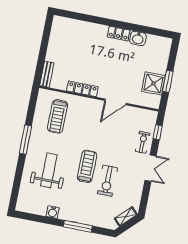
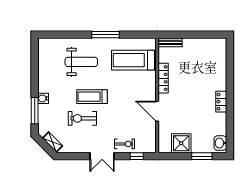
washbasin: (138, 38) -> (220, 143), moved
window: (168, 81) -> (202, 156), moved
treadmill: (58, 116) -> (133, 60), width x1.37, depth x1.38
treadmill: (87, 166) -> (92, 97), turned 180
water cooler: (53, 212) -> (43, 98), moved
window: (78, 226) -> (35, 111), moved

